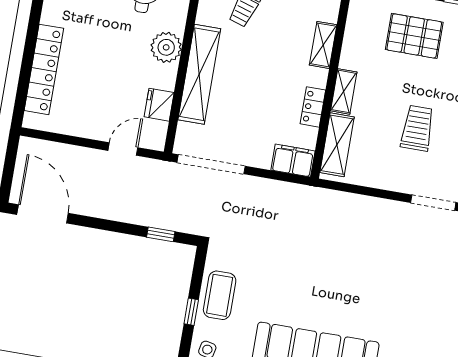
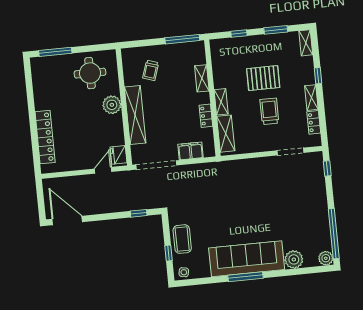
pallet: (414, 36) -> (263, 78), moved
fridge: (159, 105) -> (119, 155), moved
filing cabinet: (293, 161) -> (190, 151), moved

